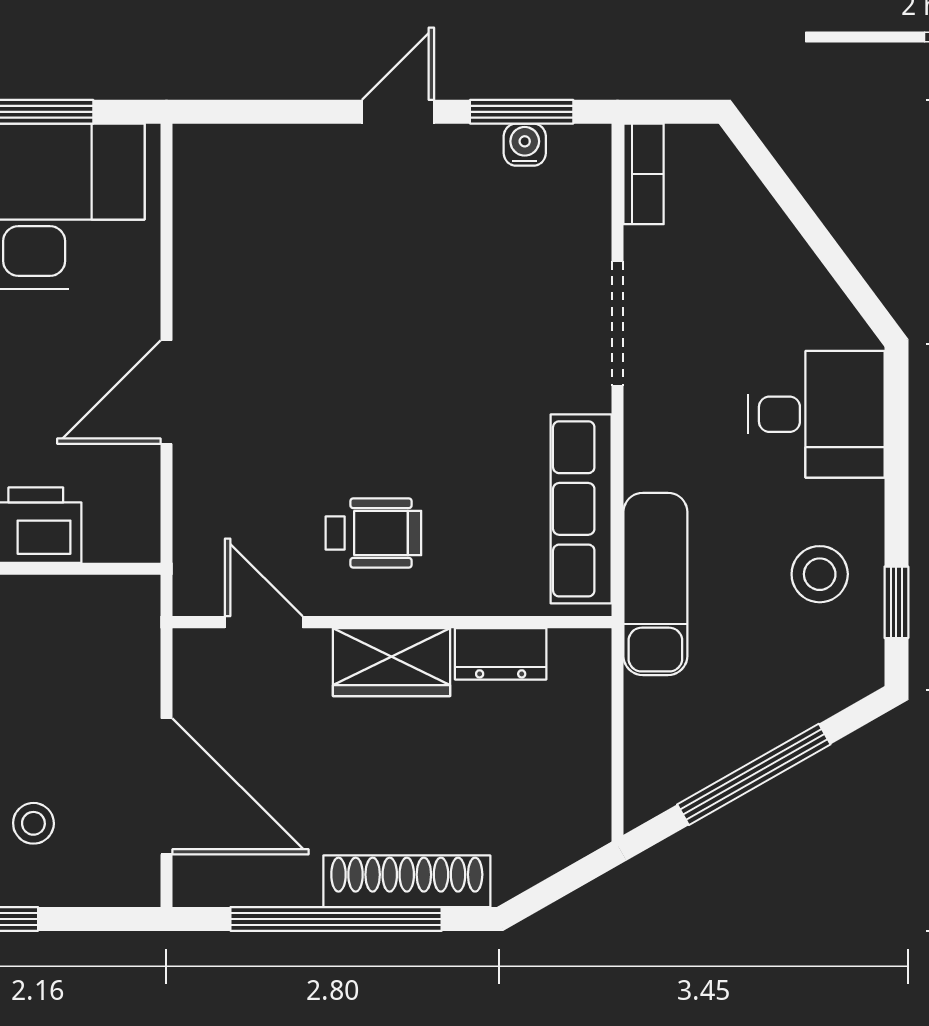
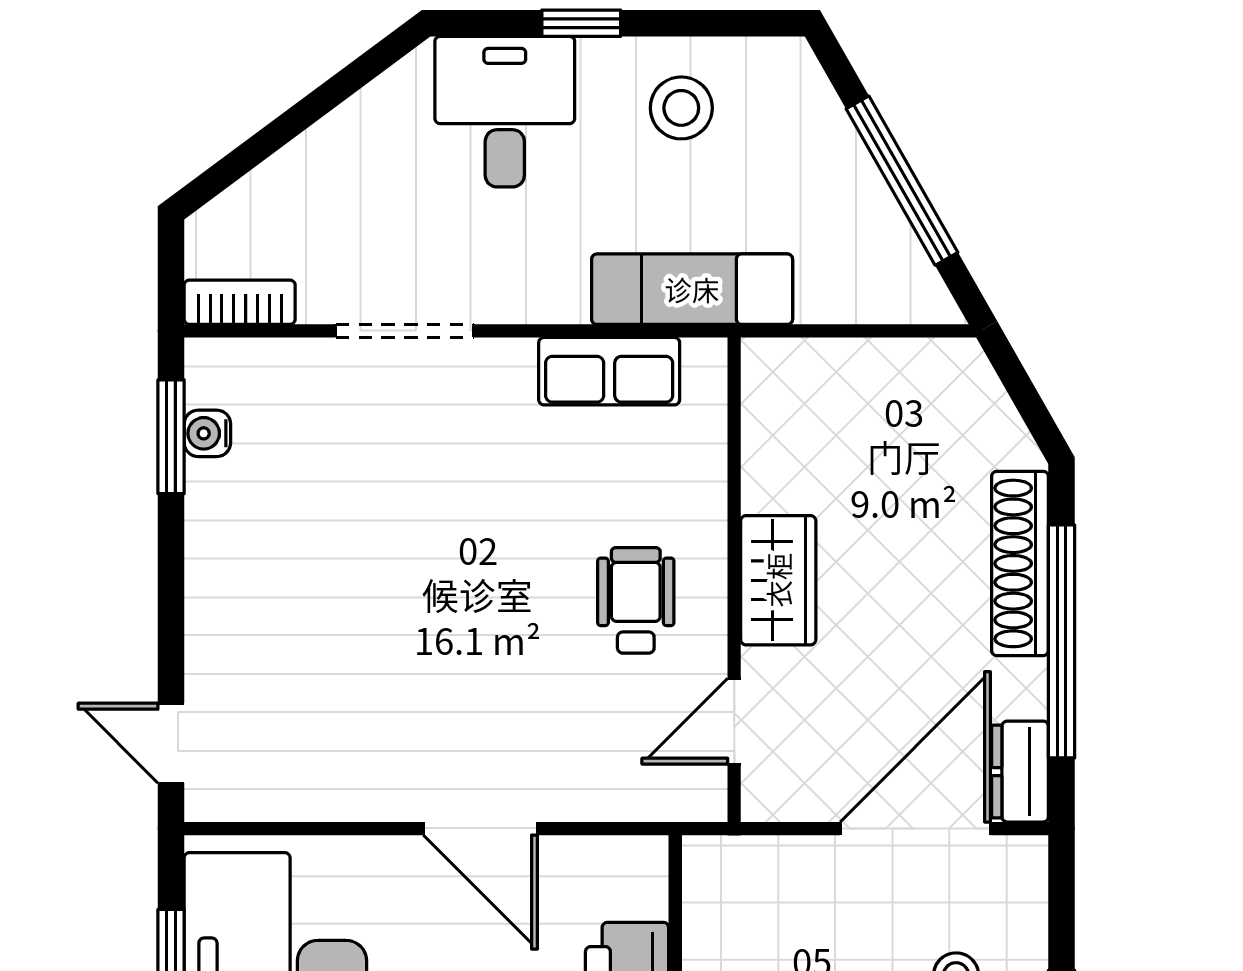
door: (398, 112) -> (171, 743), moved
row of seats: (581, 509) -> (609, 371), width x0.68
window: (896, 602) -> (581, 23), moved
dresser: (501, 654) -> (1020, 772), moved, turned 180

